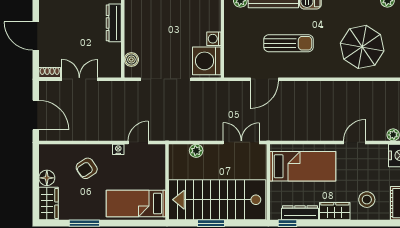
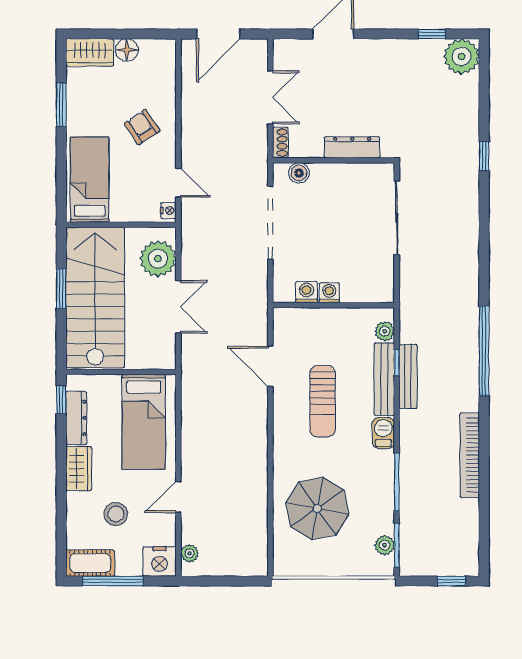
washing machine: (207, 61) -> (307, 292), width x0.53, depth x0.53
shoe rack: (50, 72) -> (280, 143), moved
double door: (241, 142) -> (178, 307), moved
door: (354, 142) -> (178, 497), swing flipped
nightstand: (118, 149) -> (168, 211), moved
plant: (196, 151) -> (158, 259), width x1.87, depth x1.87
armchair: (87, 168) -> (142, 127), moved
stool: (367, 200) -> (116, 514), moved

